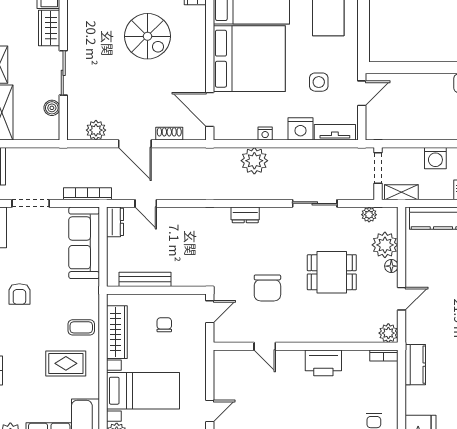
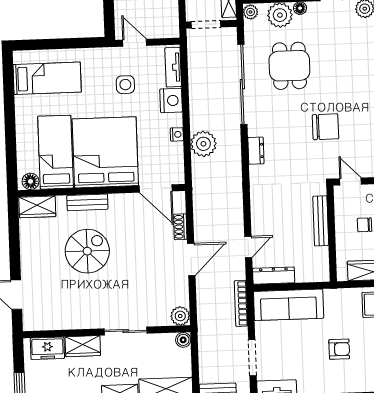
bench: (198, 38) -> (87, 202), added
boiler: (52, 108) -> (183, 340), moved
door: (210, 110) -> (156, 189), hinge flipped
plant: (96, 130) -> (180, 316), moved
sliding door: (315, 203) -> (242, 84), width x1.86
plant: (369, 215) -> (251, 12), moved
dresser: (115, 222) -> (274, 276), width x1.44
dining table: (332, 272) -> (289, 66), moved
bench: (145, 279) -> (321, 221), moved
armchair: (19, 294) -> (339, 349), moved

